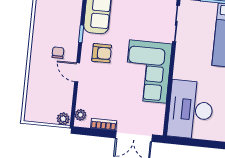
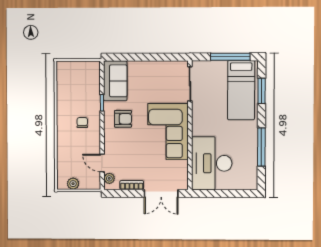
door: (77, 72) -> (102, 163), moved
plant: (63, 119) -> (73, 184), moved

